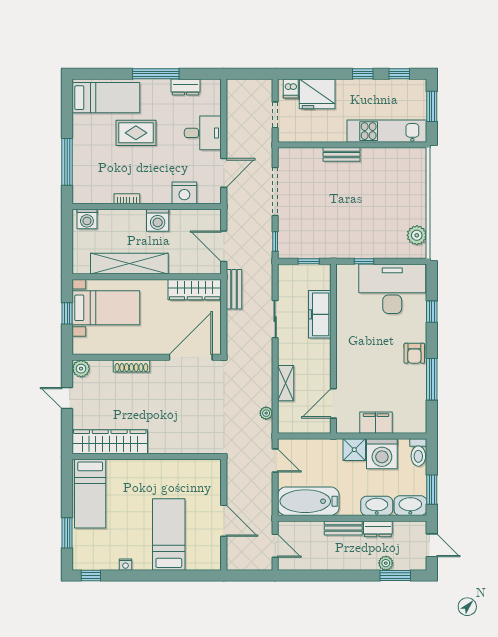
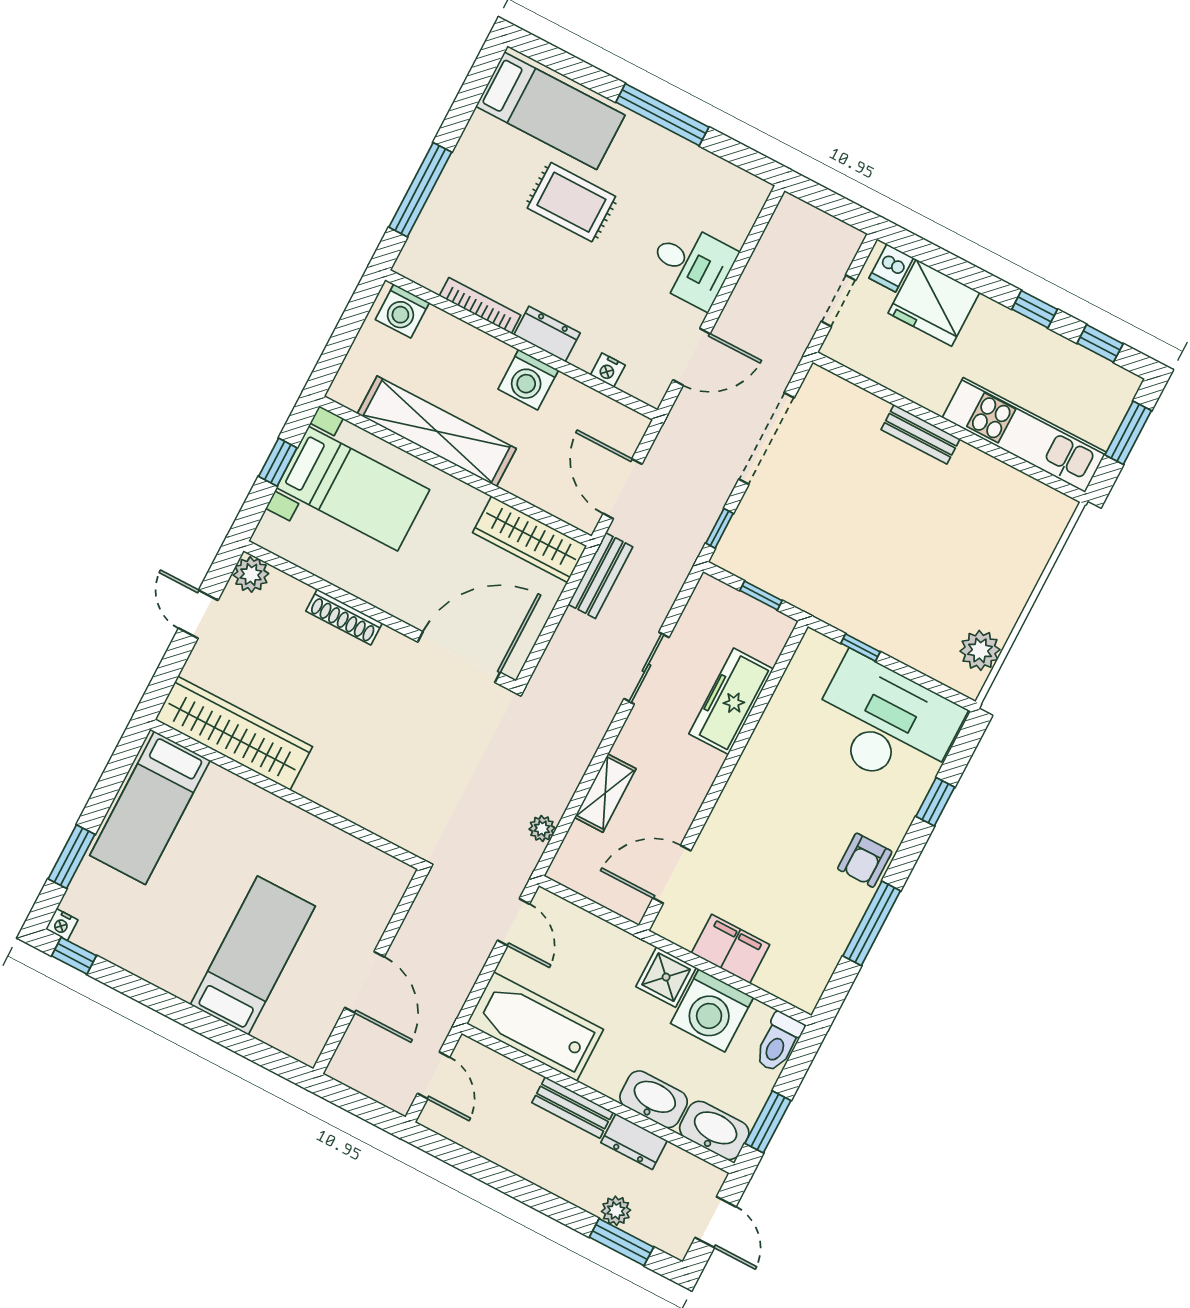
dresser: (185, 87) -> (547, 334), moved, turned 180
nightstand: (184, 193) -> (608, 370), width x0.53, depth x0.56
bookcase: (127, 199) -> (480, 306), width x1.56
nightstand: (125, 565) -> (62, 924), moved

